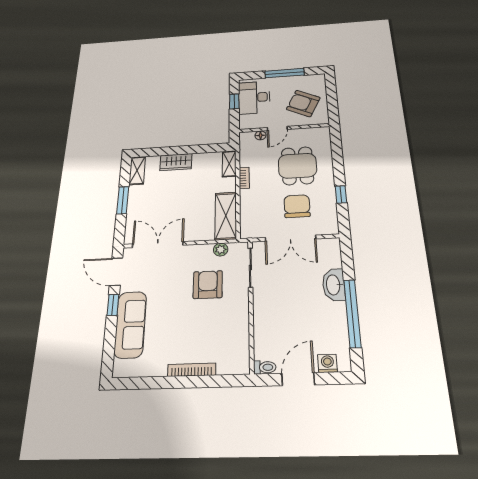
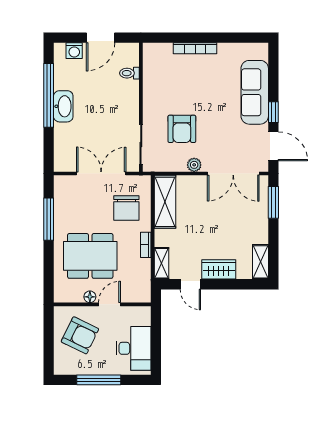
window: (234, 101) -> (156, 345), removed
floor lamp: (260, 135) -> (90, 297), moved
door: (202, 149) -> (190, 284), added
dining table: (297, 166) -> (90, 256), width x1.38
window: (341, 194) -> (49, 219), width x2.17
window: (123, 200) -> (273, 202), moved
chair: (297, 206) -> (126, 208), moved
plant: (221, 250) -> (194, 165), moved
washbasin: (334, 285) -> (63, 106), moved
toilet: (265, 367) -> (129, 73), moved

